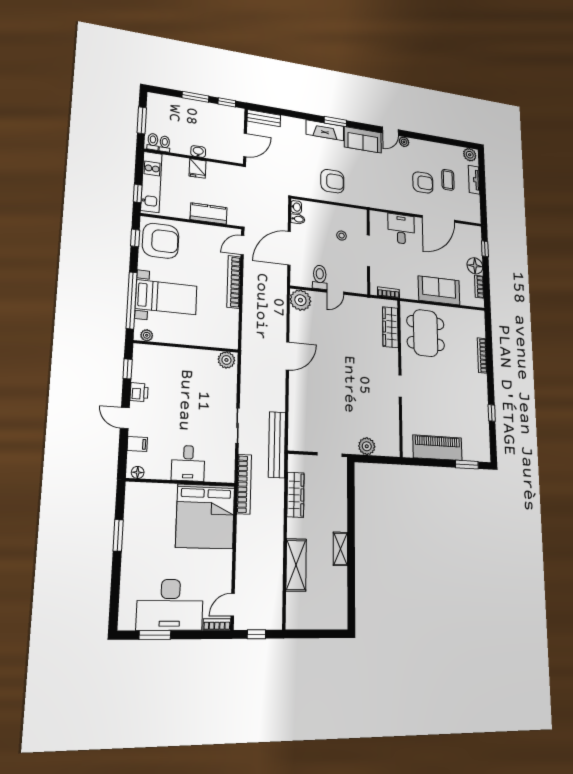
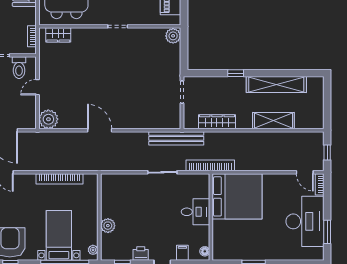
toilet: (320, 277) -> (19, 68), moved, turned -90
bookcase: (234, 282) -> (59, 179), moved
door: (335, 292) -> (37, 87), swing flipped
wardrobe: (390, 327) -> (58, 35), width x0.67
plant: (226, 360) -> (108, 226), moved
plant: (367, 446) -> (173, 36), moved
window: (351, 520) -> (236, 73), added
shelving: (340, 549) -> (276, 85), width x2.20, depth x1.33

